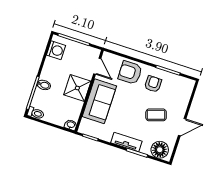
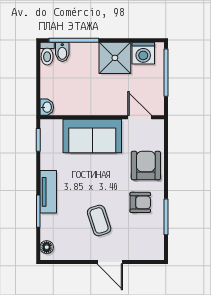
door: (97, 66) -> (140, 117), swing flipped
bidet: (44, 85) -> (62, 52), moved
shower: (77, 88) -> (115, 58), moved
door: (182, 127) -> (110, 262), moved
floor lamp: (160, 150) -> (47, 247), width x0.53, depth x0.53

